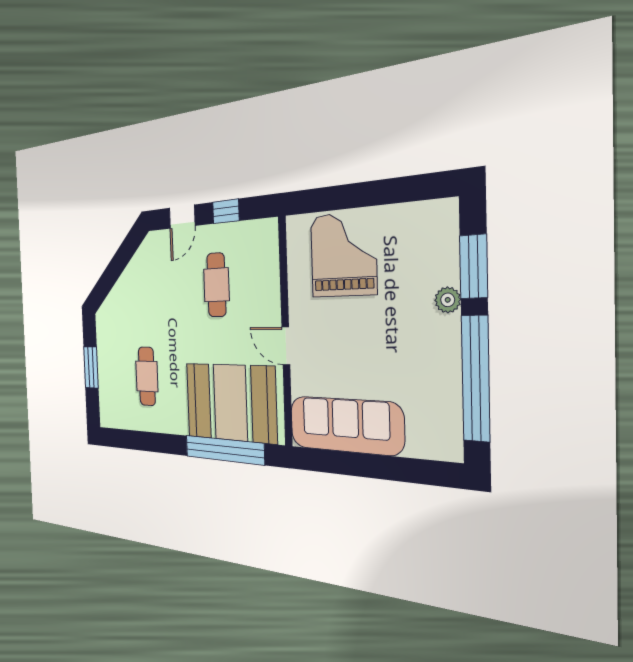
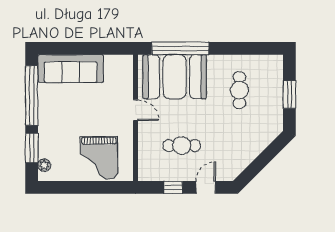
cafe table: (216, 285) -> (182, 146), turned 90
plant: (448, 300) -> (44, 165), moved
sofa: (345, 425) -> (71, 69), moved

